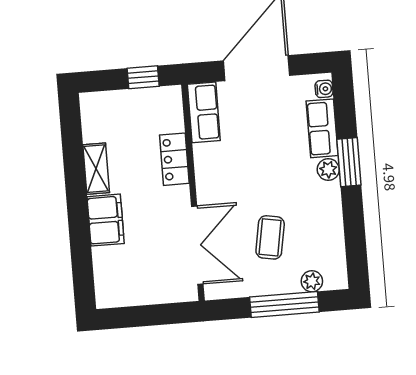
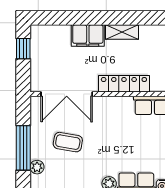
locker: (174, 159) -> (124, 84), width x1.53
window: (133, 317) -> (23, 49), added

